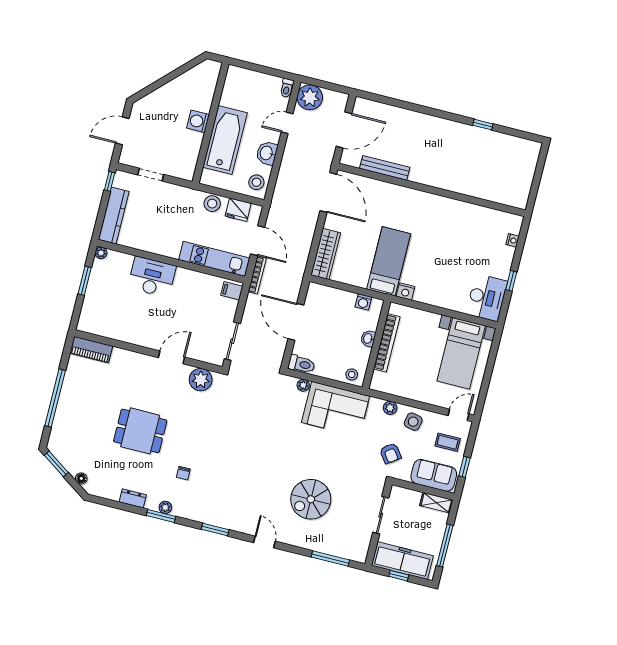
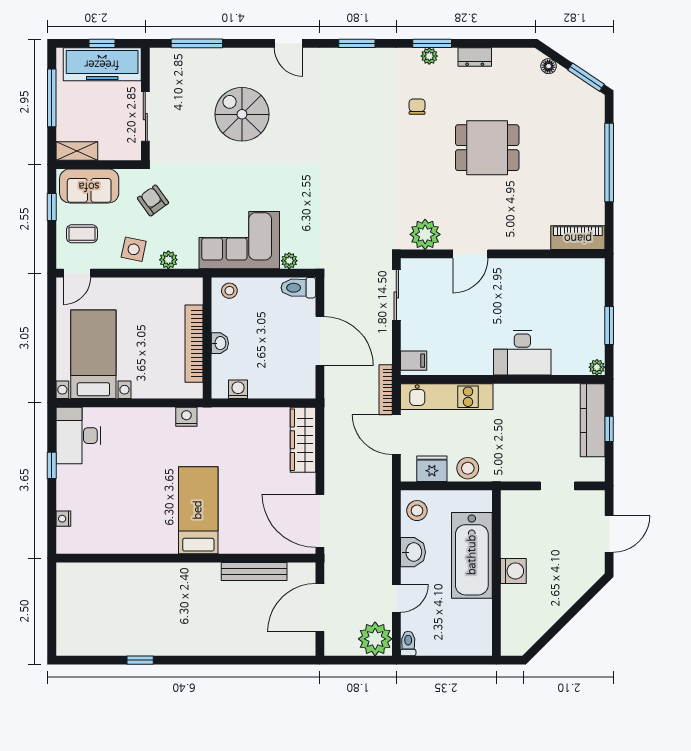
window: (110, 181) -> (609, 429), moved
bed: (389, 261) -> (198, 510), moved, turned 180
spiral stairs: (311, 499) -> (242, 114), turned -90

